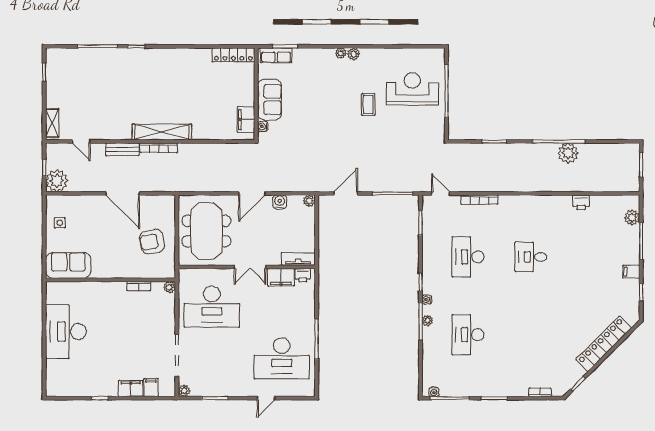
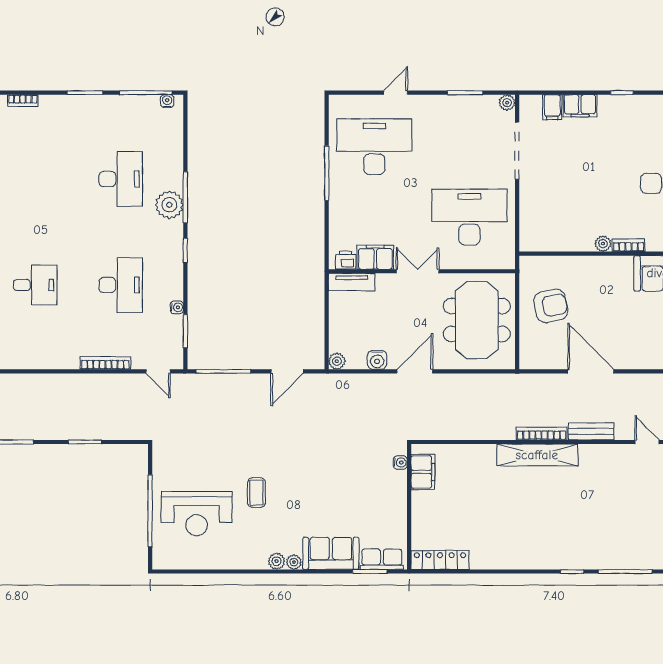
sofa: (269, 100) -> (331, 553), moved, turned 90
bookcase: (139, 286) -> (629, 245), moved
plant: (170, 287) -> (603, 244), moved
water cooler: (427, 300) -> (177, 307), moved
plant: (427, 321) -> (169, 205), width x1.87, depth x1.87

